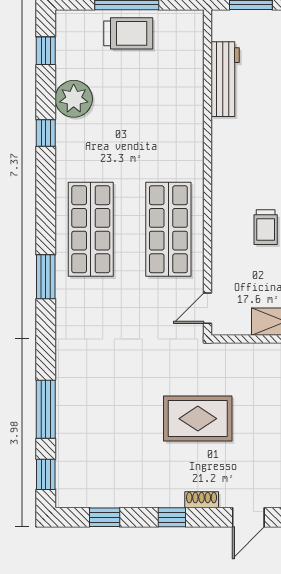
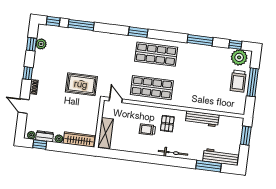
workbench: (225, 79) -> (202, 119), moved
plant: (74, 99) -> (239, 57), moved
window: (46, 133) -> (200, 40), width x2.17
pallet: (246, 183) -> (167, 124), added
rug: (198, 419) -> (81, 84), moved, turned 90
plant: (101, 496) -> (41, 44), added

